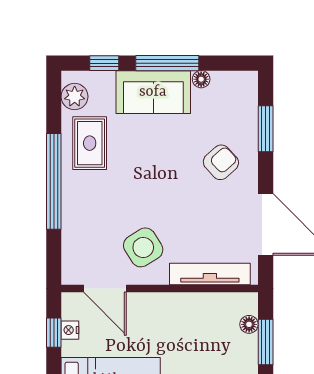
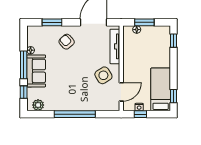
rug: (90, 143) -> (58, 98), removed

